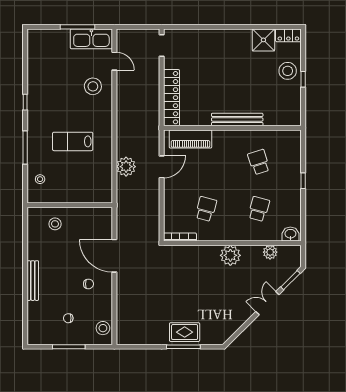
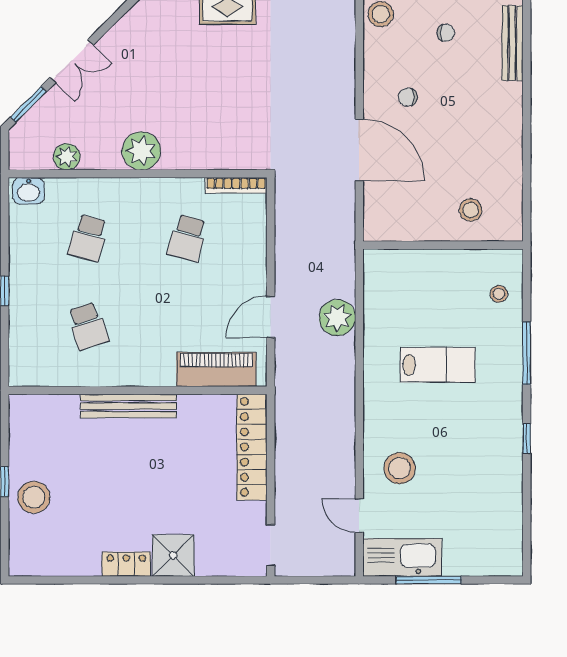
locker: (288, 35) -> (126, 564), moved
shower: (263, 40) -> (173, 555), moved
bench: (33, 281) -> (512, 43), moved

